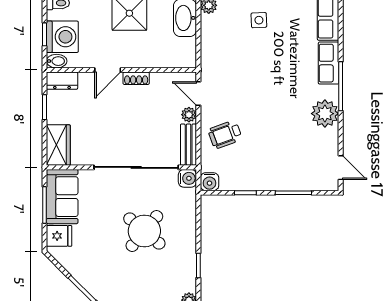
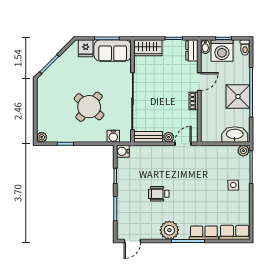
door: (108, 70) -> (199, 82), swing flipped
wheelchair: (225, 135) -> (159, 194), moved, turned -70
water cooler: (187, 178) -> (113, 136), moved

